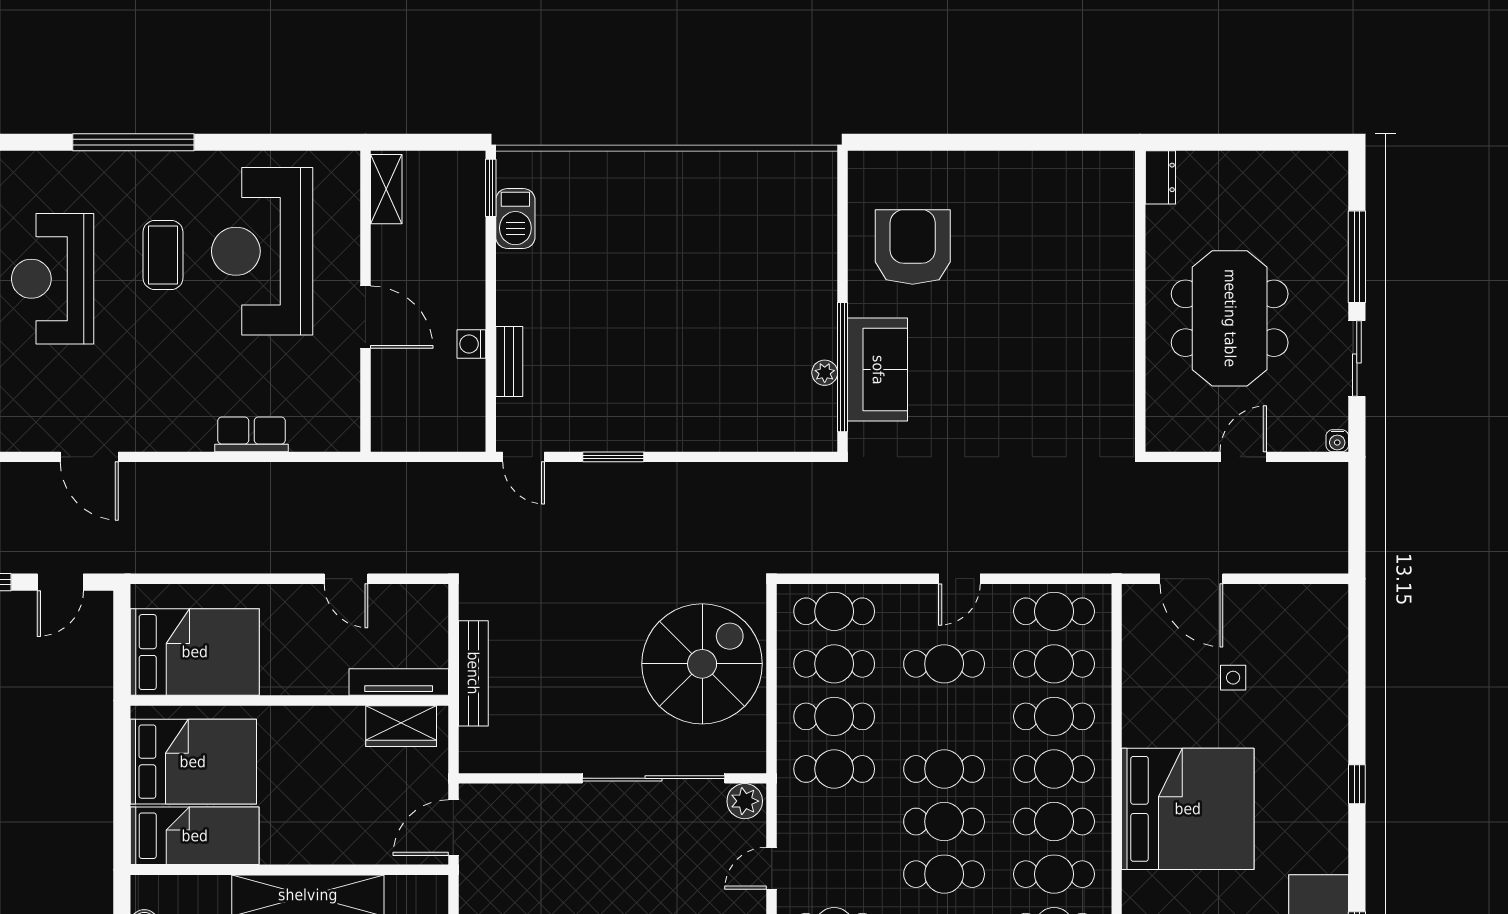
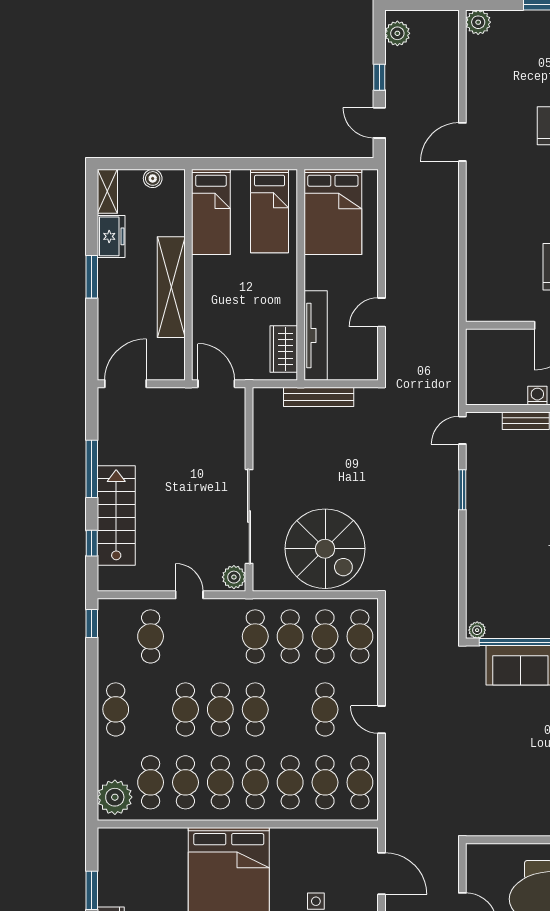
plant: (825, 373) -> (477, 630), moved
row of seats: (251, 434) -> (477, 250), removed
door: (1191, 579) -> (382, 874), swing flipped
tv unit: (399, 682) -> (316, 335), width x1.36, depth x1.29
bed: (193, 762) -> (270, 211), width x0.67

